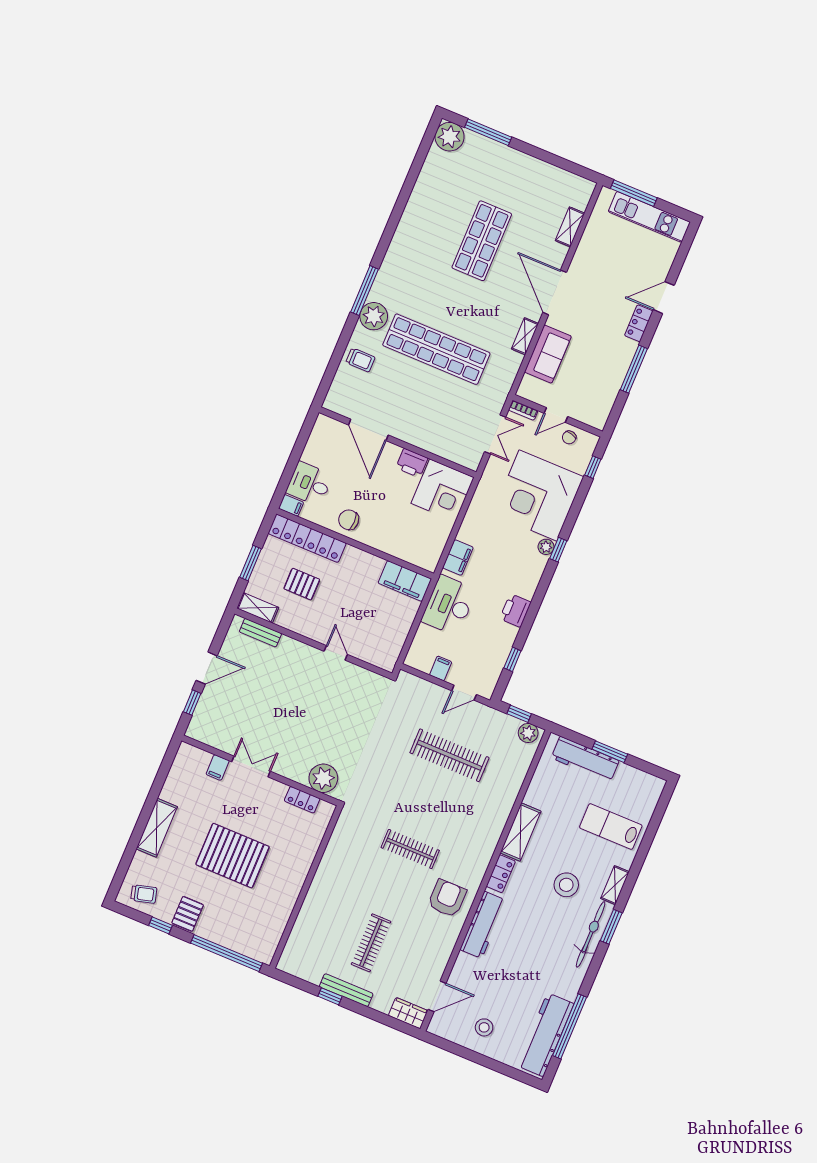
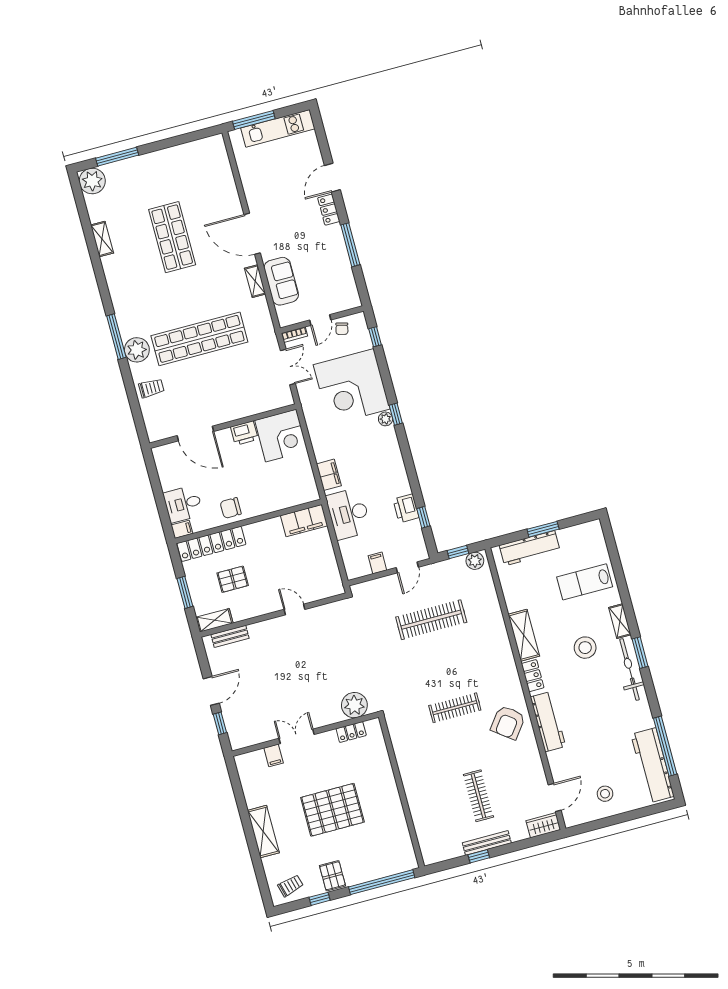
shelving: (570, 227) -> (102, 239), moved
printer: (515, 611) -> (406, 508), moved
armchair: (447, 898) -> (508, 722), turned -143

